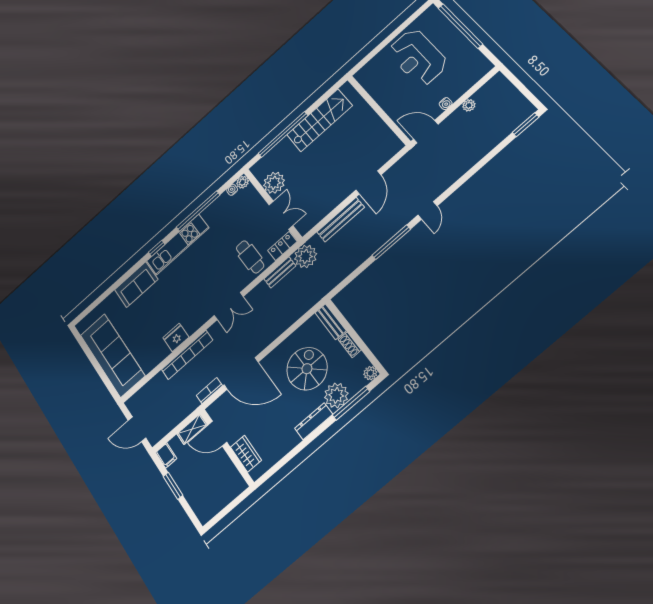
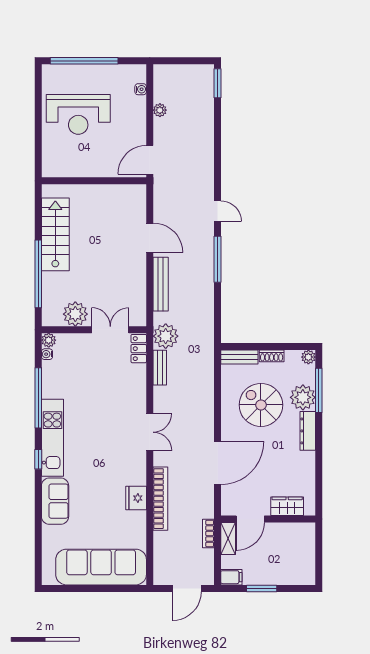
water cooler: (446, 104) -> (141, 89), moved
cafe table: (250, 257) -> (123, 383), removed
bookcase: (209, 391) -> (208, 533), moved

